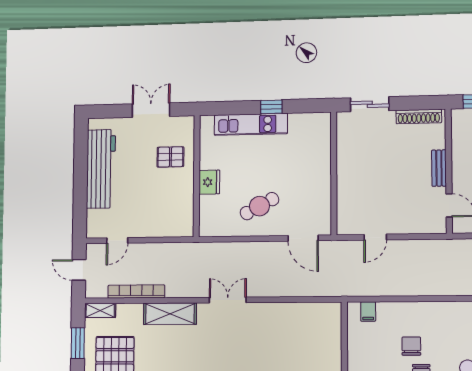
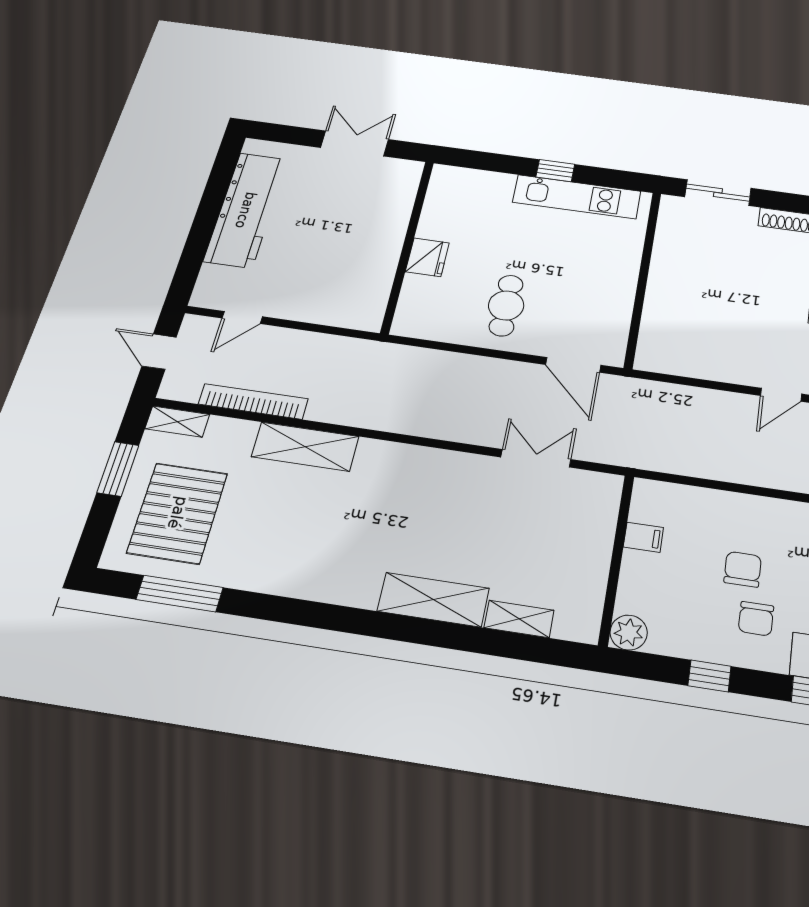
kitchen unit: (251, 124) -> (577, 197), moved
pallet: (170, 157) -> (370, 212), removed
cafe table: (259, 206) -> (506, 305), turned -62
door: (375, 237) -> (781, 395), moved
double door: (228, 300) -> (536, 458), moved
filing cabinet: (368, 312) -> (643, 537), moved, turned -90

